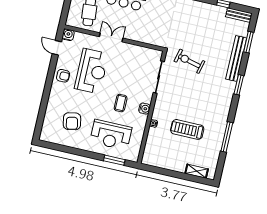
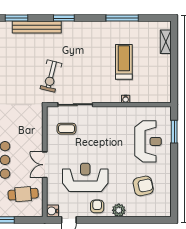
plant: (55, 94) -> (119, 210), added
coffee table: (121, 103) -> (66, 129), moved
water cooler: (144, 109) -> (112, 112), removed
treadmill: (187, 129) -> (124, 62), turned 180

